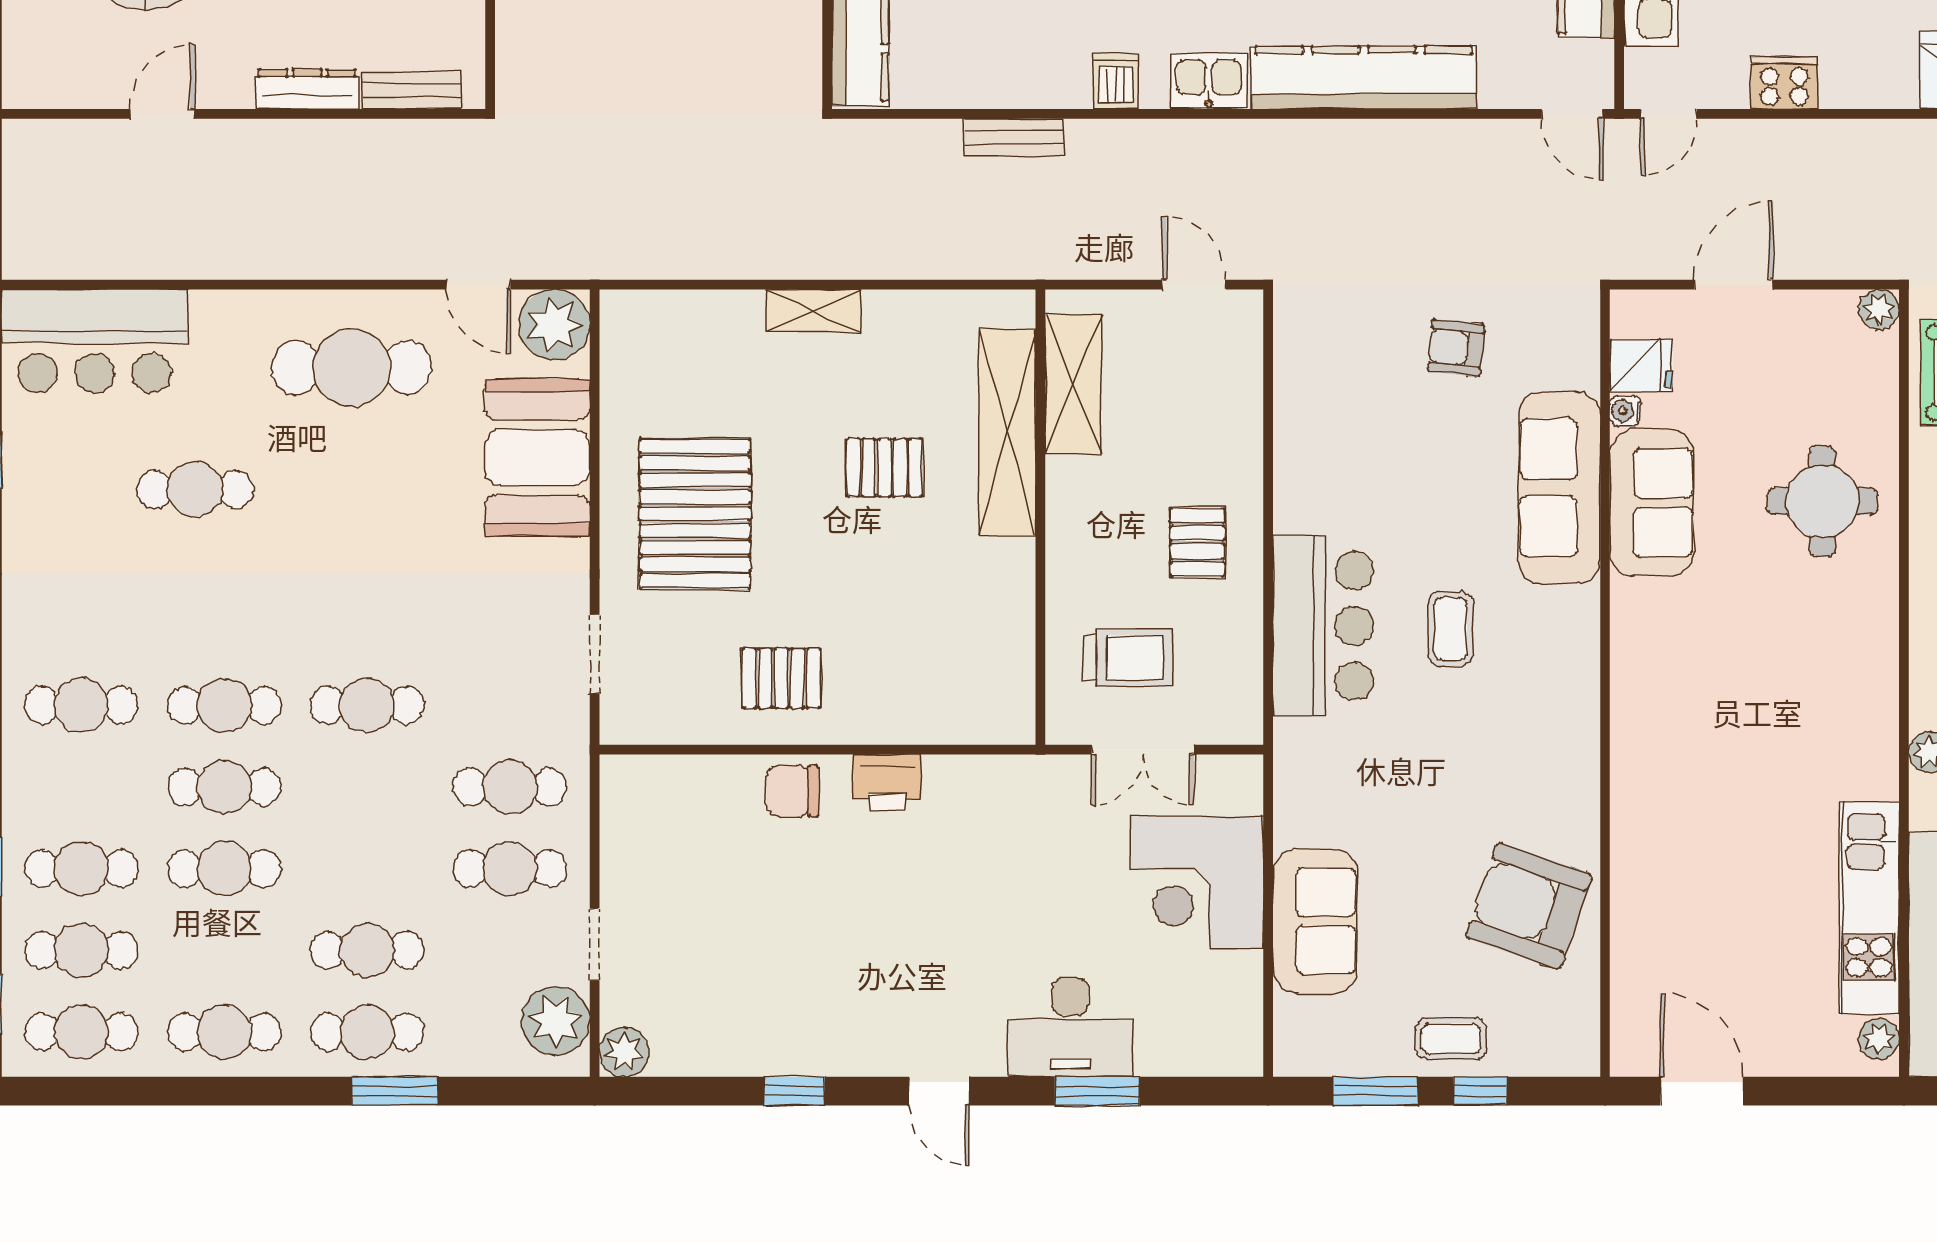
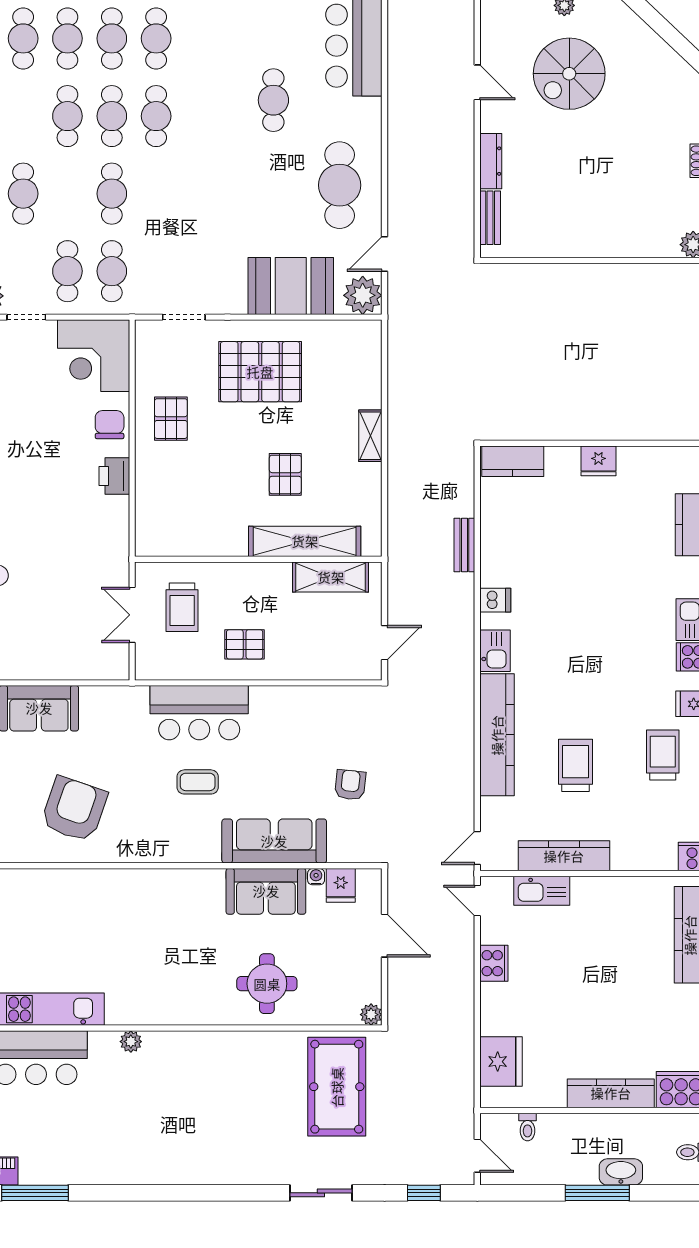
cafe table: (367, 705) -> (112, 194), moved
cafe table: (81, 787) -> (112, 38), added
corner desk: (1197, 882) -> (94, 356), moved, turned -90
armchair: (1529, 906) -> (74, 809), moved

